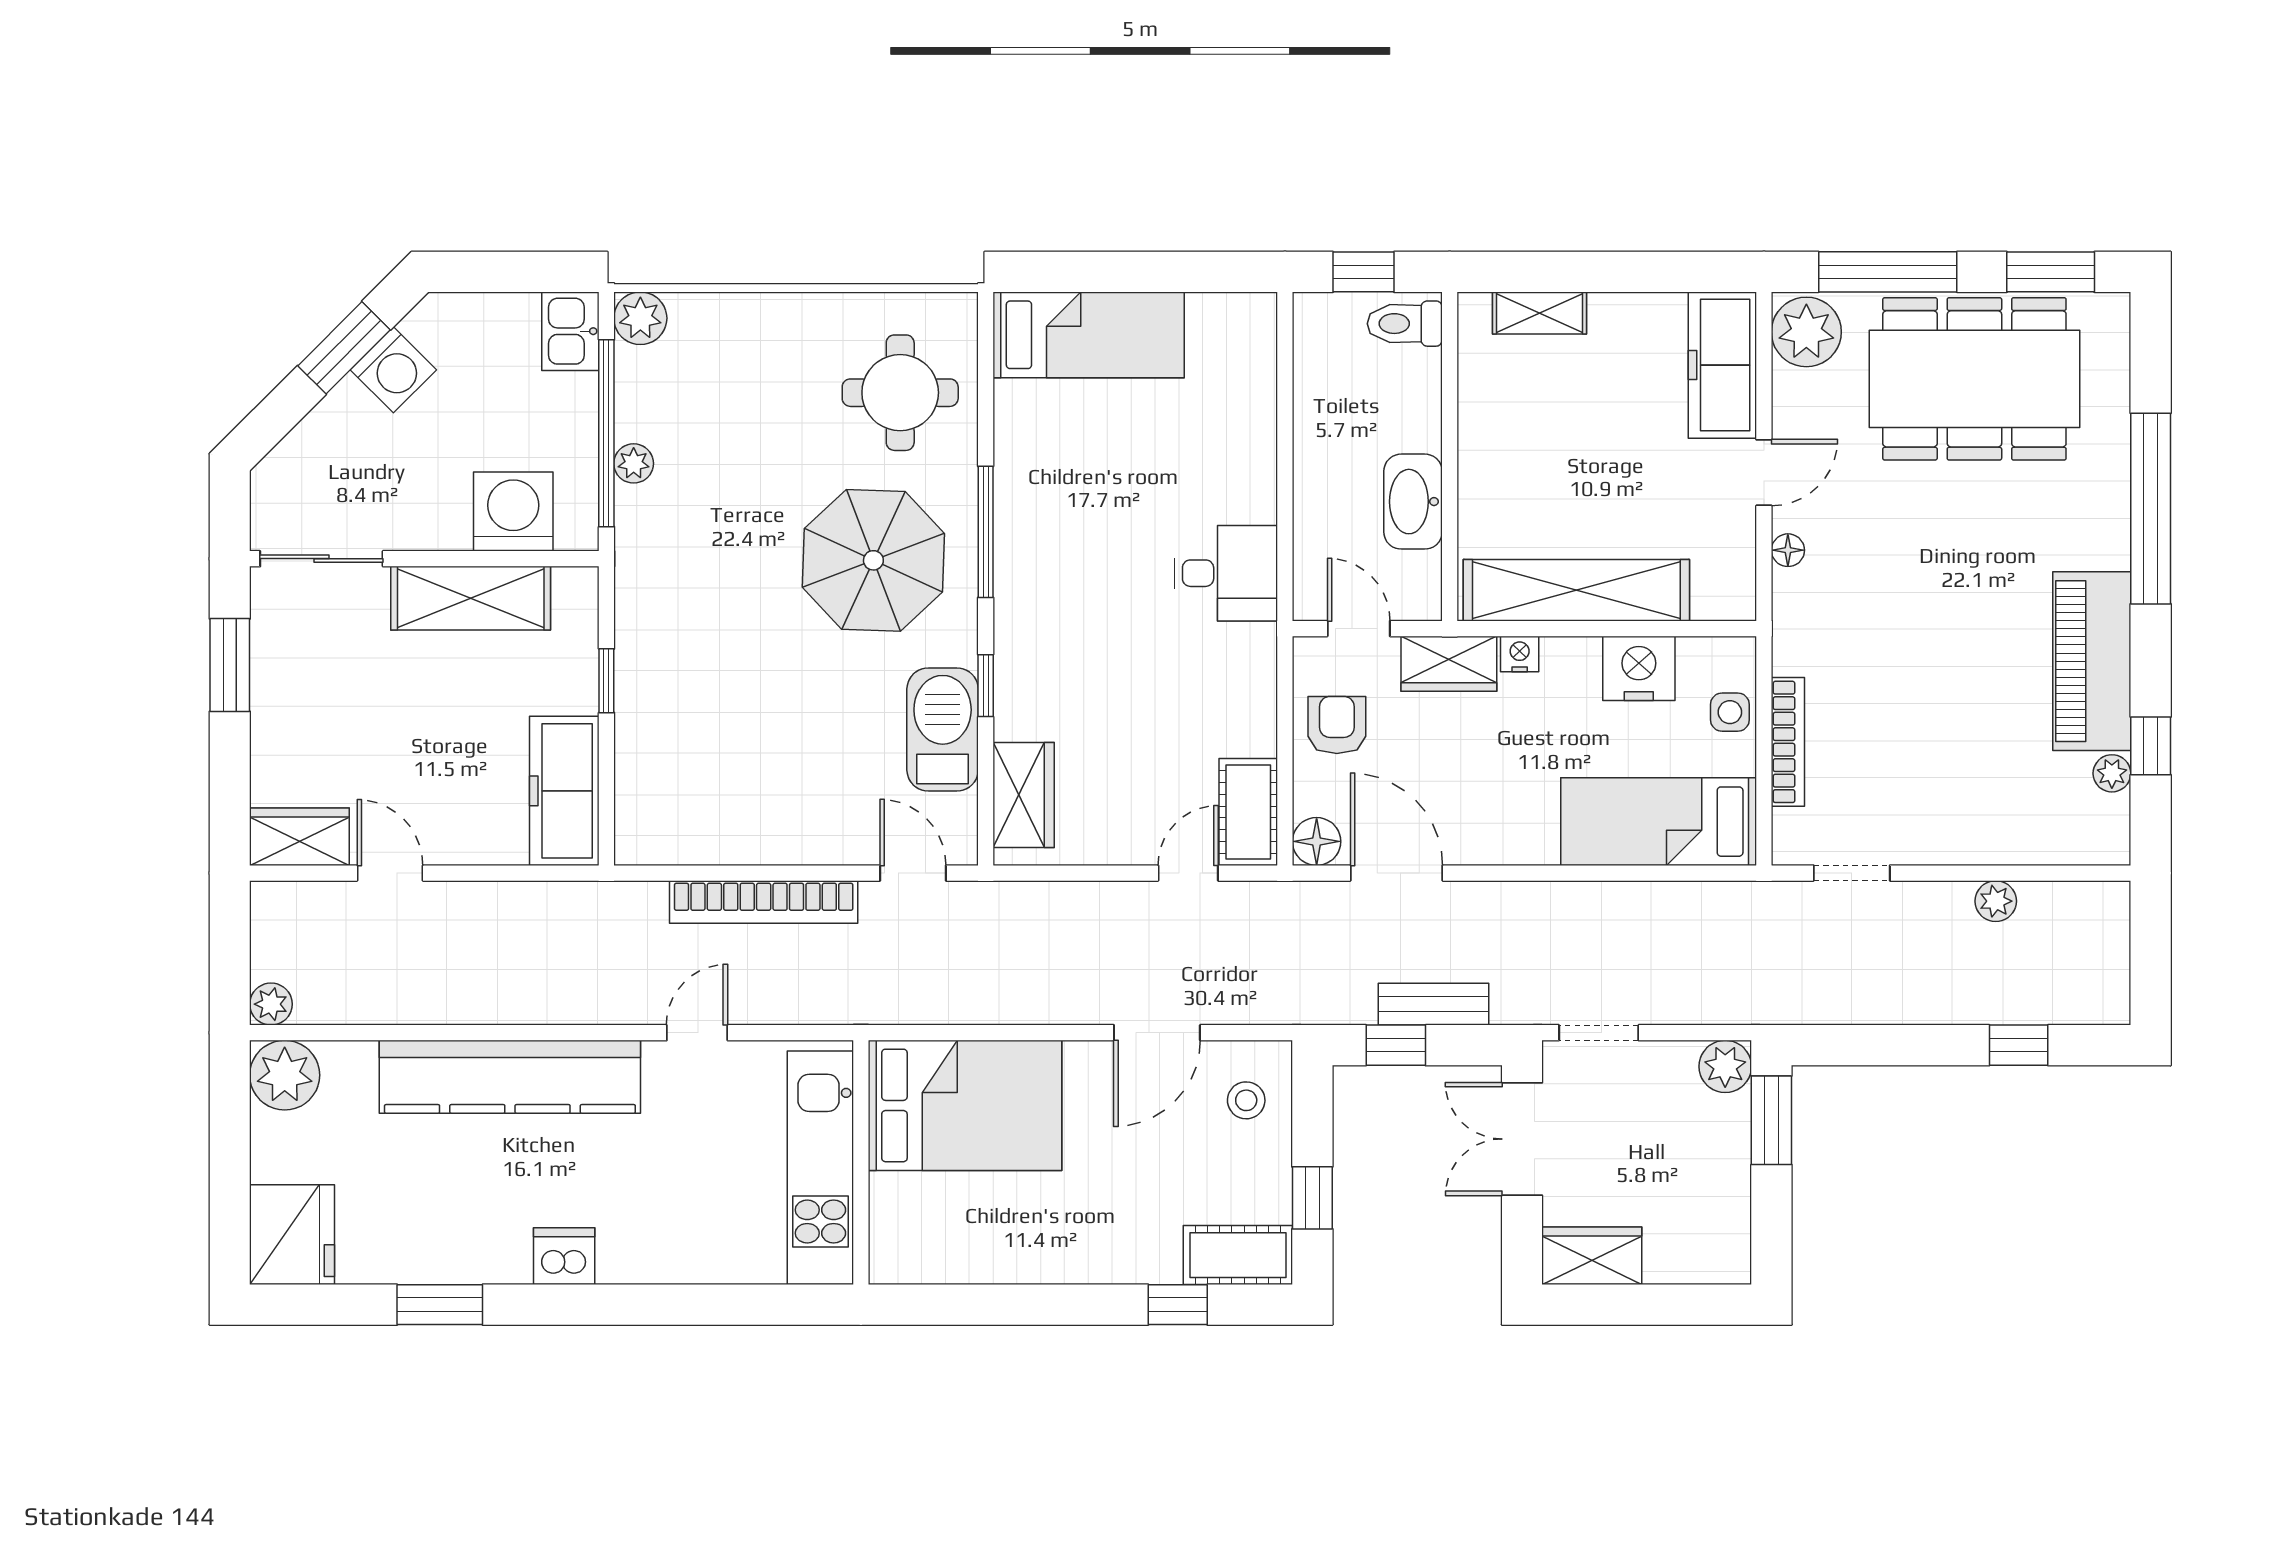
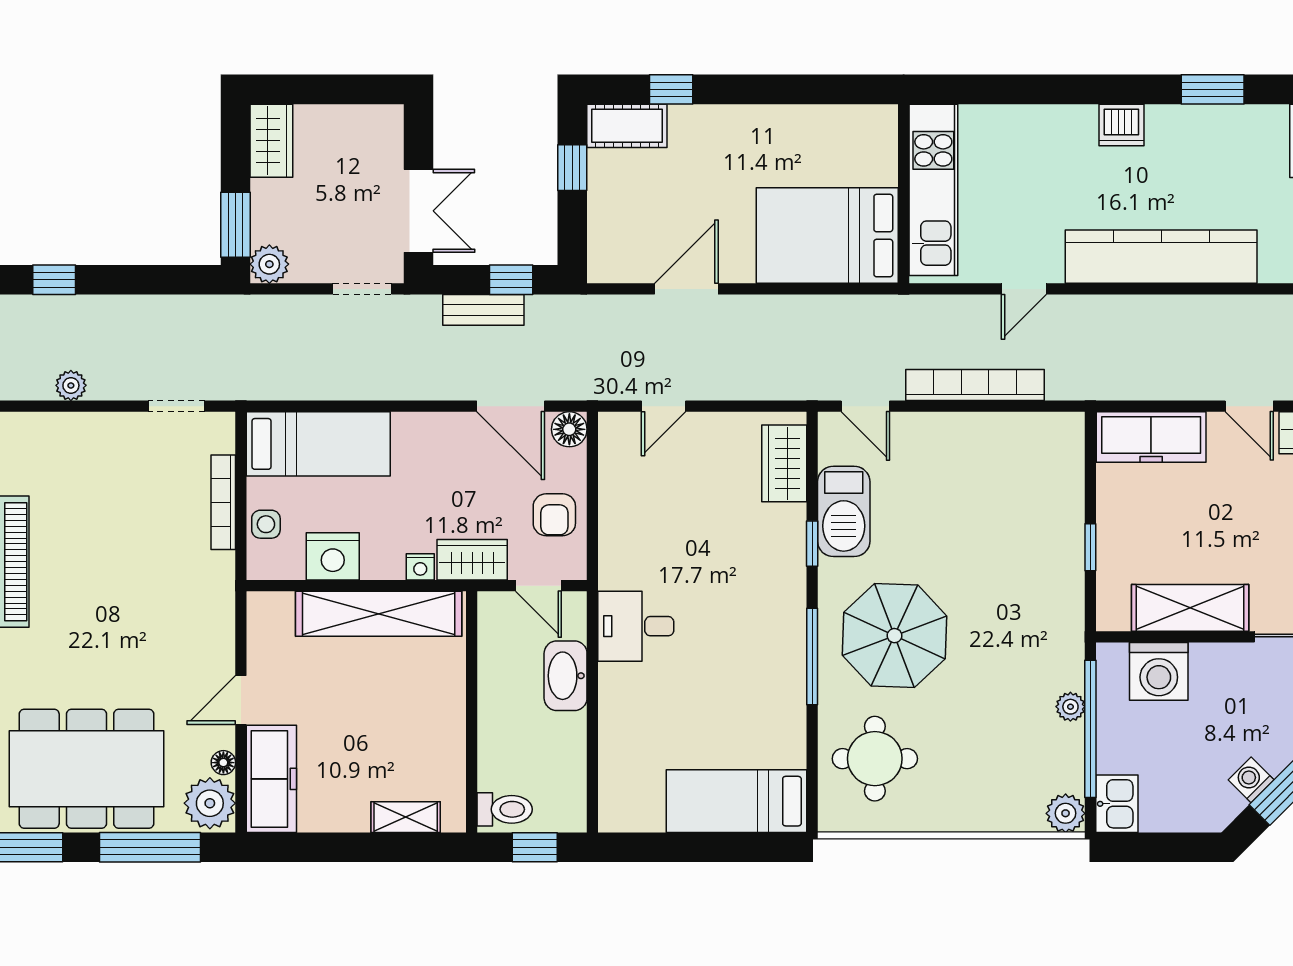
washing machine: (393, 370) -> (1251, 780), width x0.73, depth x0.73
washbasin: (1413, 502) -> (566, 676), moved, turned 180
floor lamp: (1788, 550) -> (223, 763), moved
freezer: (564, 791) -> (1151, 437), moved, turned 90
cot: (1248, 812) -> (619, 451), removed
stool: (1246, 1100) -> (621, 239), removed
wardrobe: (1592, 1256) -> (271, 141), moved, turned -90

